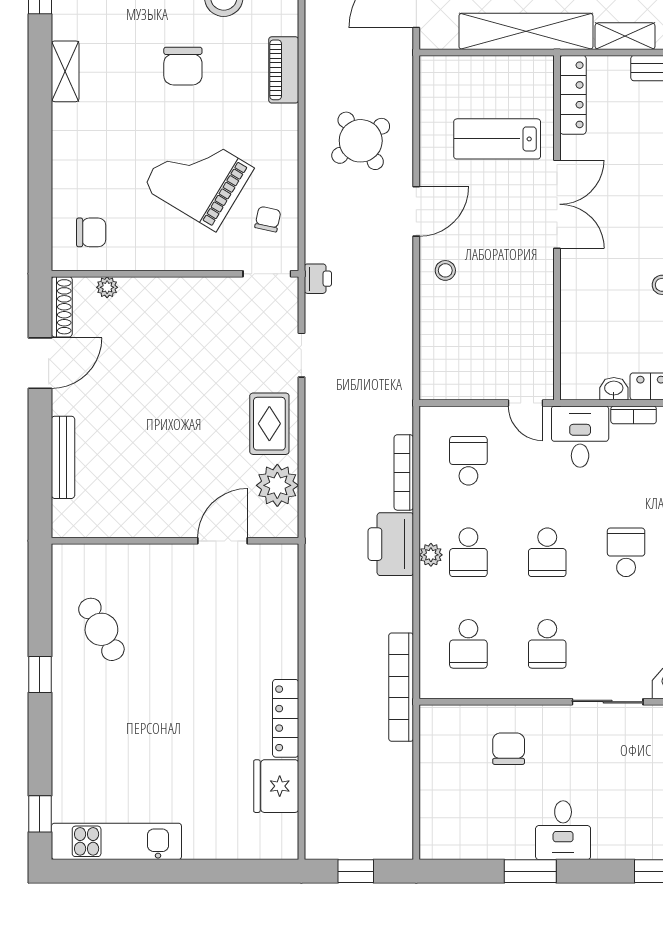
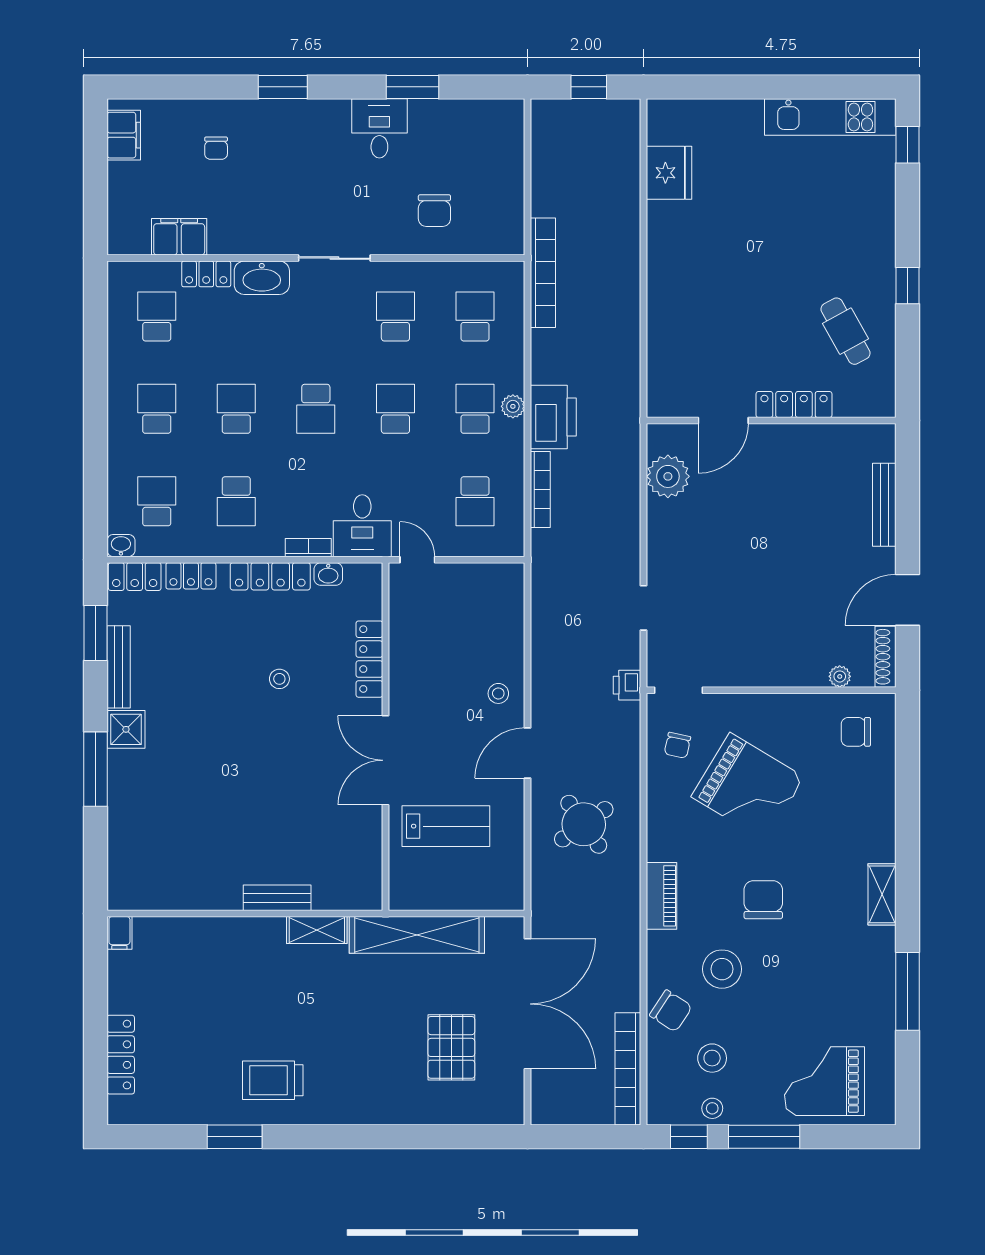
locker: (573, 95) -> (369, 659), moved
rug: (269, 424) -> (676, 539), removed
locker: (286, 718) -> (794, 405), moved, turned -90

